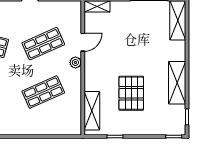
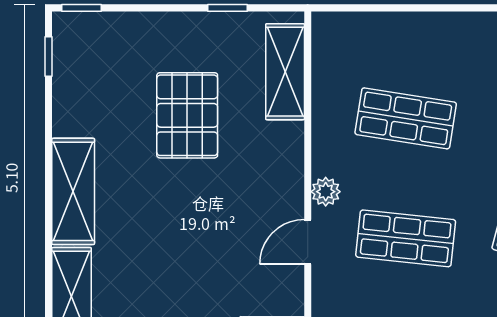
shop shelf: (43, 44) -> (406, 238), turned 30
shelving: (177, 83) -> (73, 191), moved
shop shelf: (43, 92) -> (406, 118), turned 33

